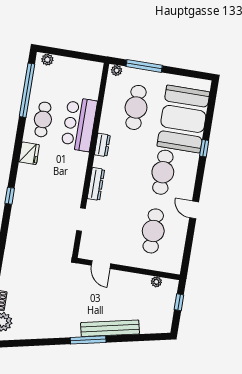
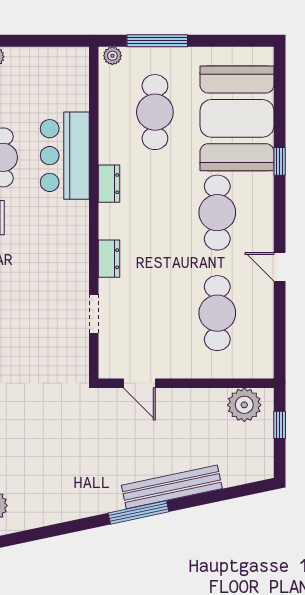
dresser: (96, 184) -> (109, 259), width x0.70
plant: (156, 282) -> (244, 405), width x1.88, depth x1.88

